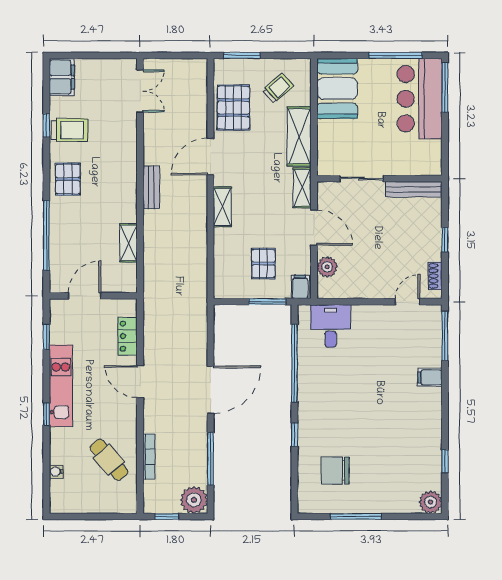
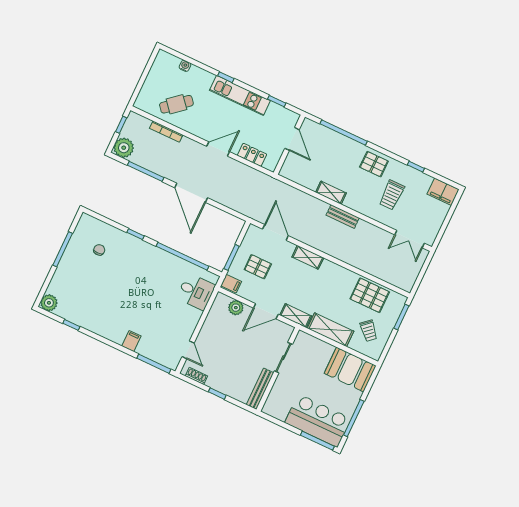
trolley: (70, 130) -> (392, 195), moved
door: (210, 157) -> (275, 232), moved
shelving: (129, 243) -> (331, 193), moved
chair: (335, 471) -> (99, 250), width x0.54, depth x0.54

